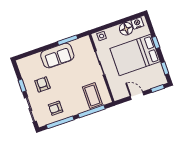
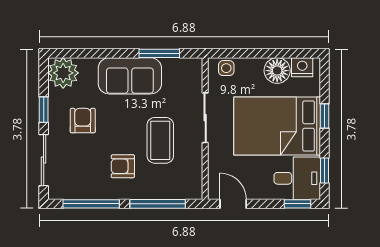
plant: (25, 65) -> (63, 73), added
desk: (153, 76) -> (297, 178), added
coffee table: (92, 95) -> (160, 140), moved
door: (137, 96) -> (233, 204), moved
armchair: (56, 108) -> (123, 166), moved

